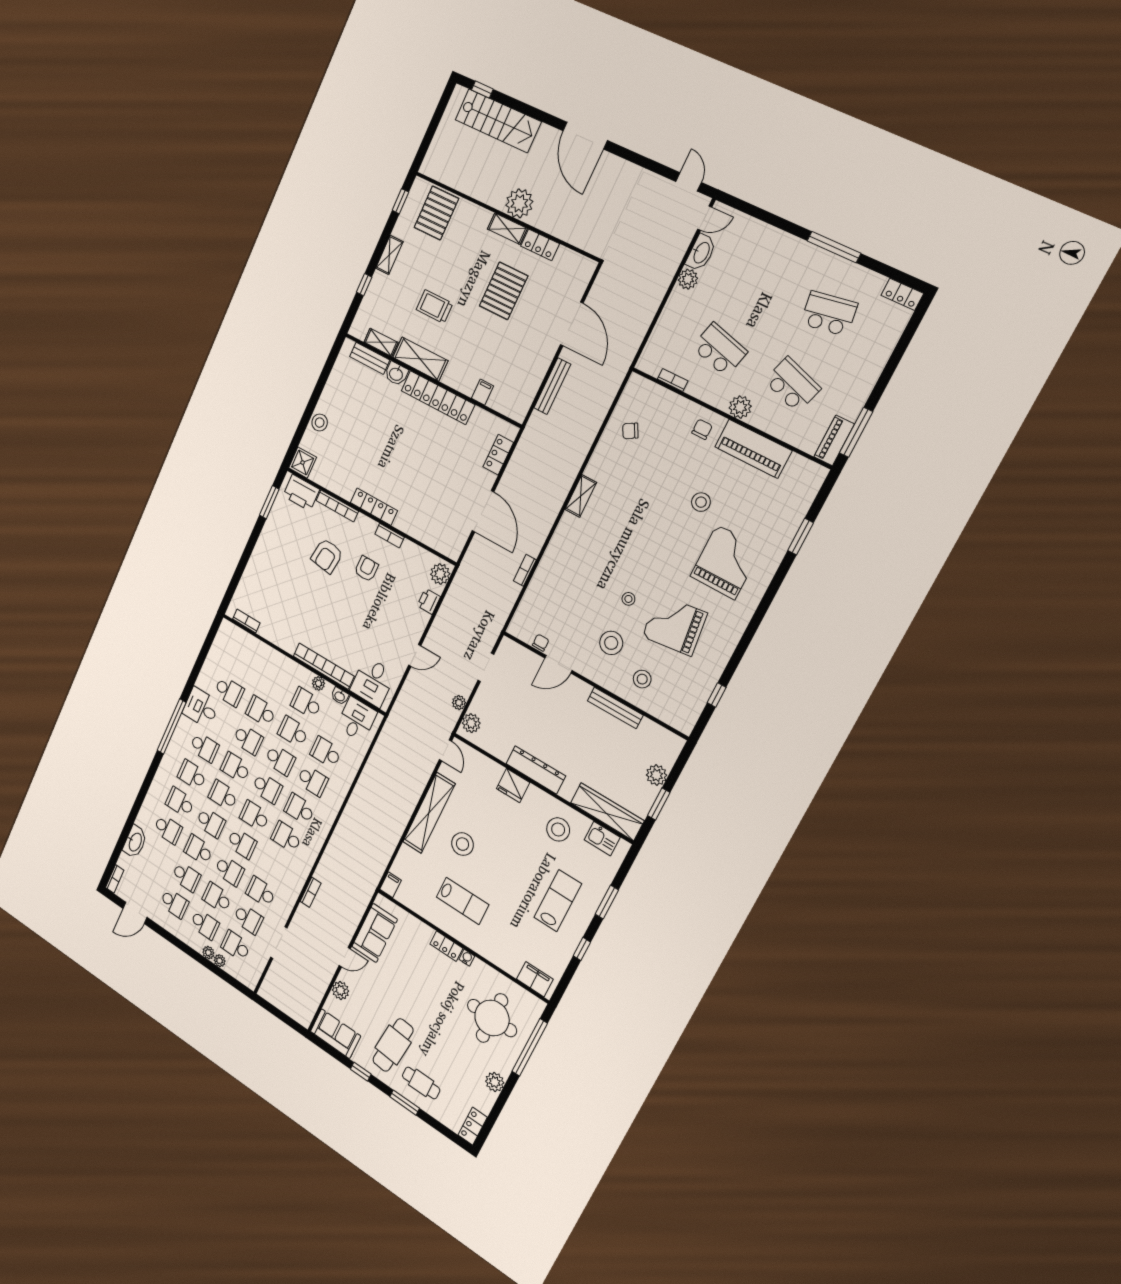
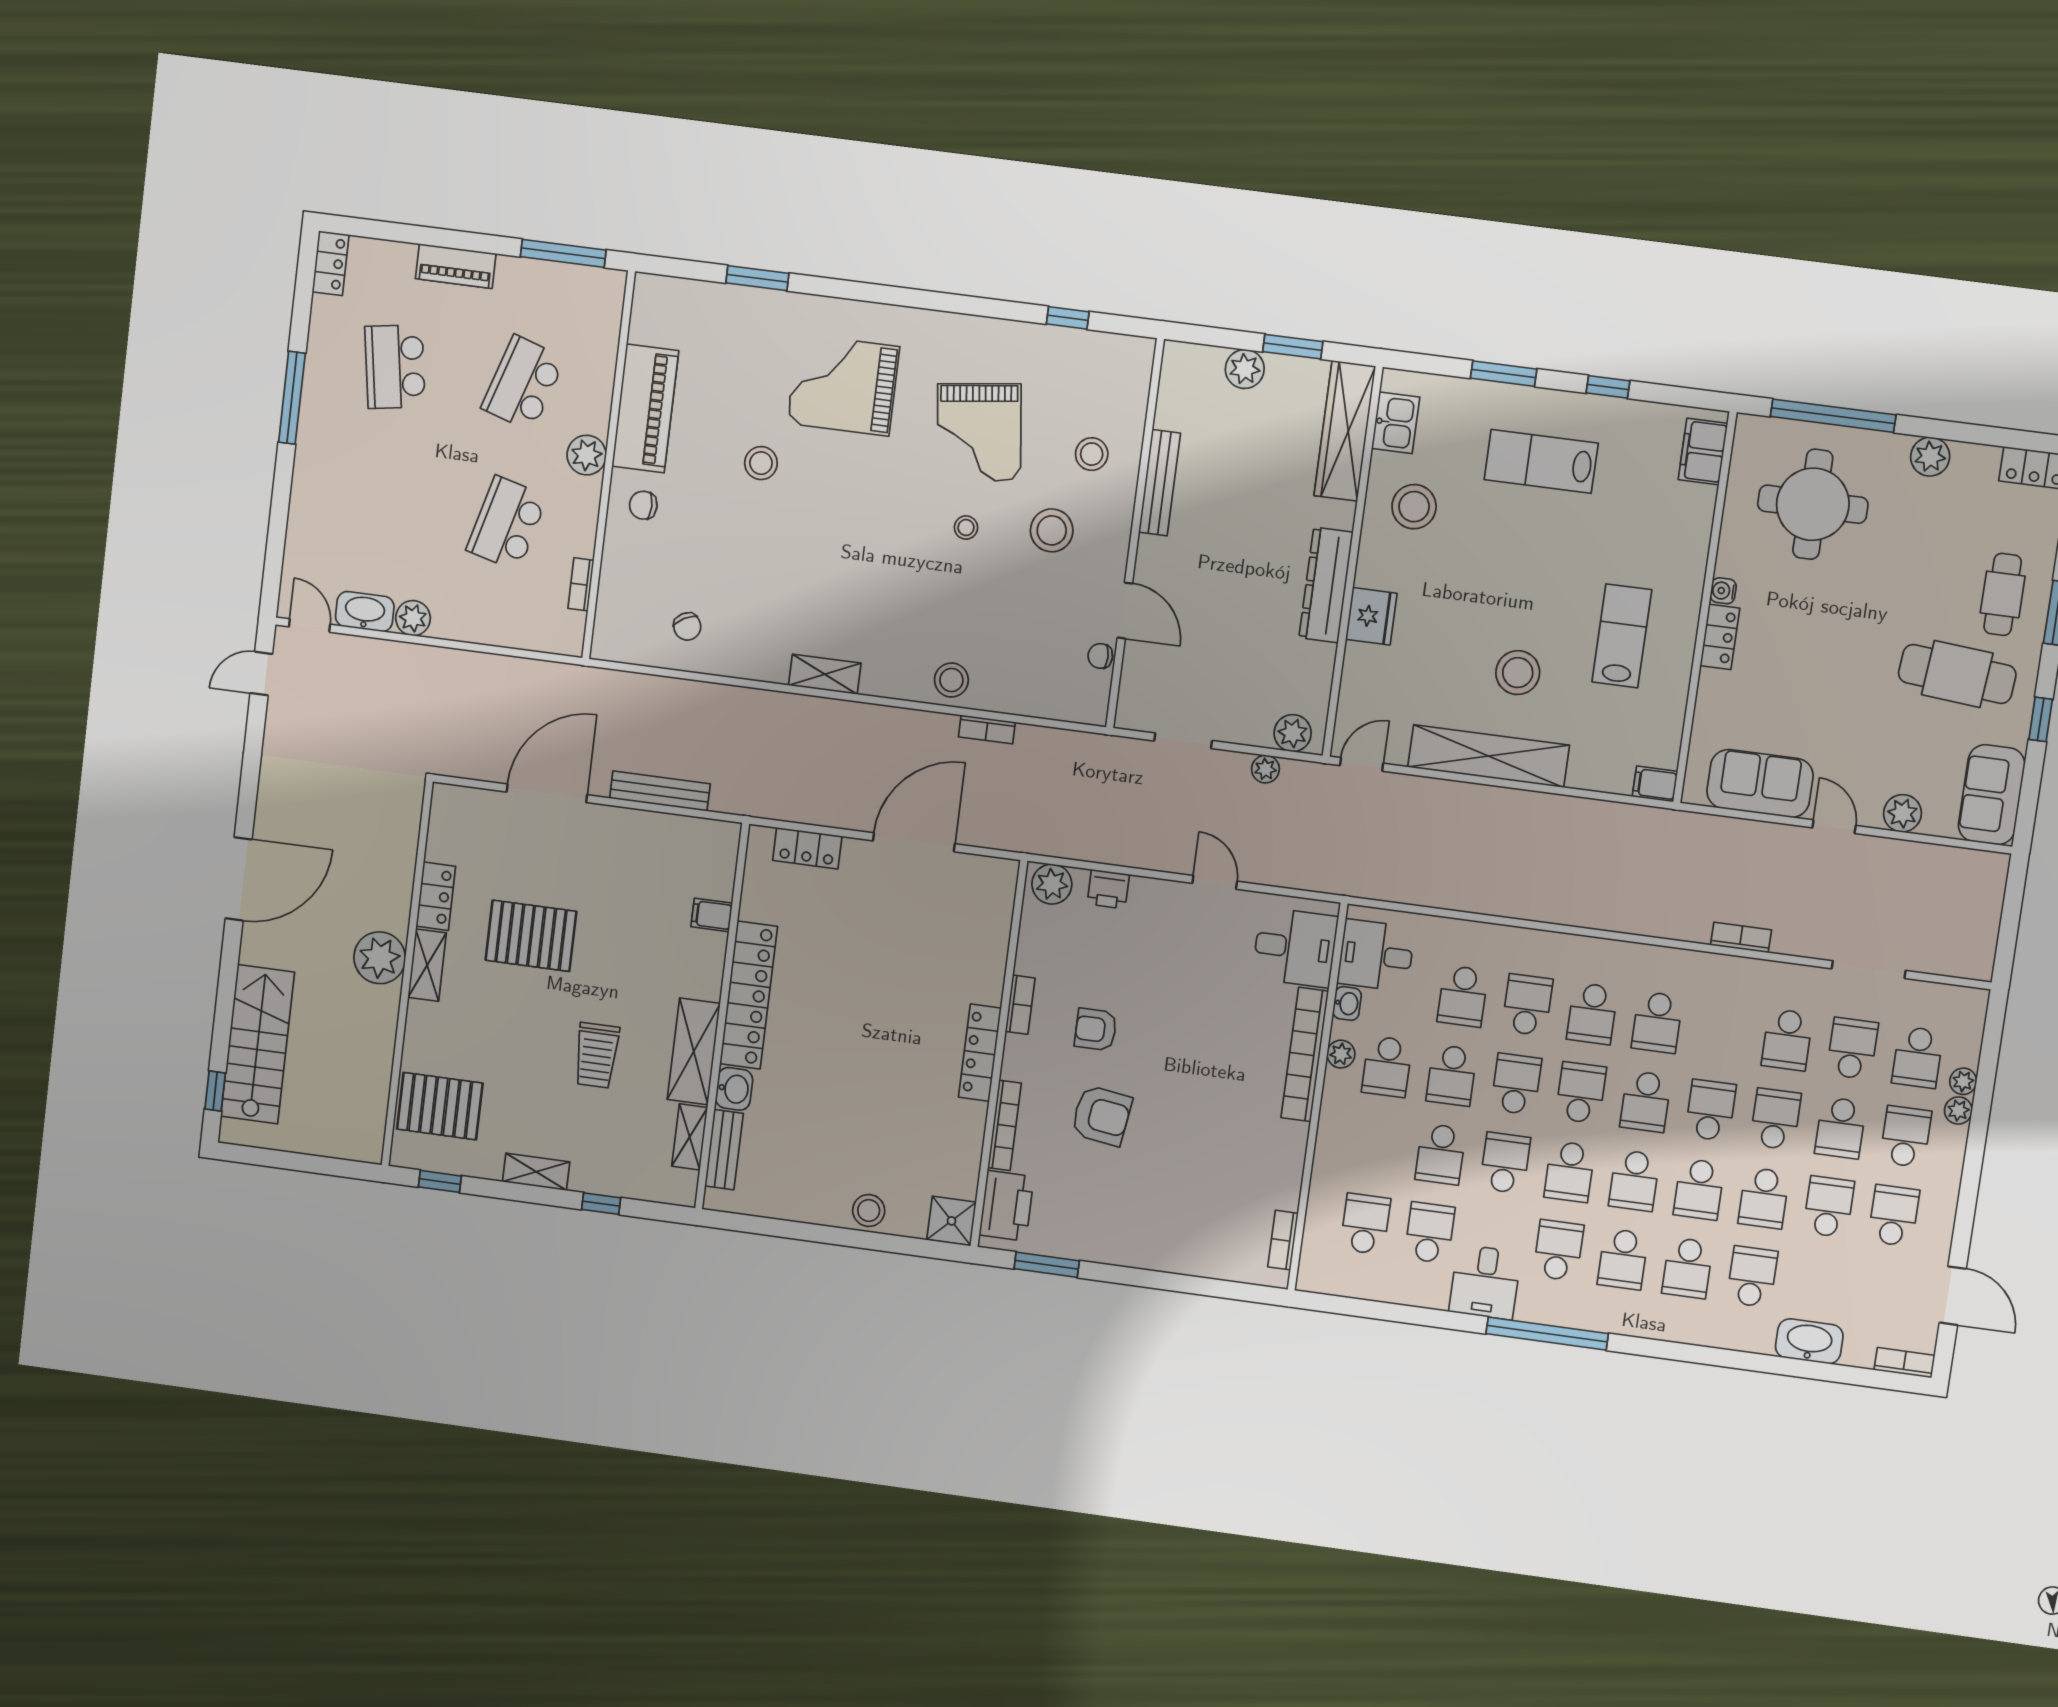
piano: (834, 440) -> (456, 266), moved
stool: (555, 561) -> (951, 680), added
school desk: (242, 663) -> (1365, 1224), added
school desk: (211, 823) -> (1699, 1189), turned 180

